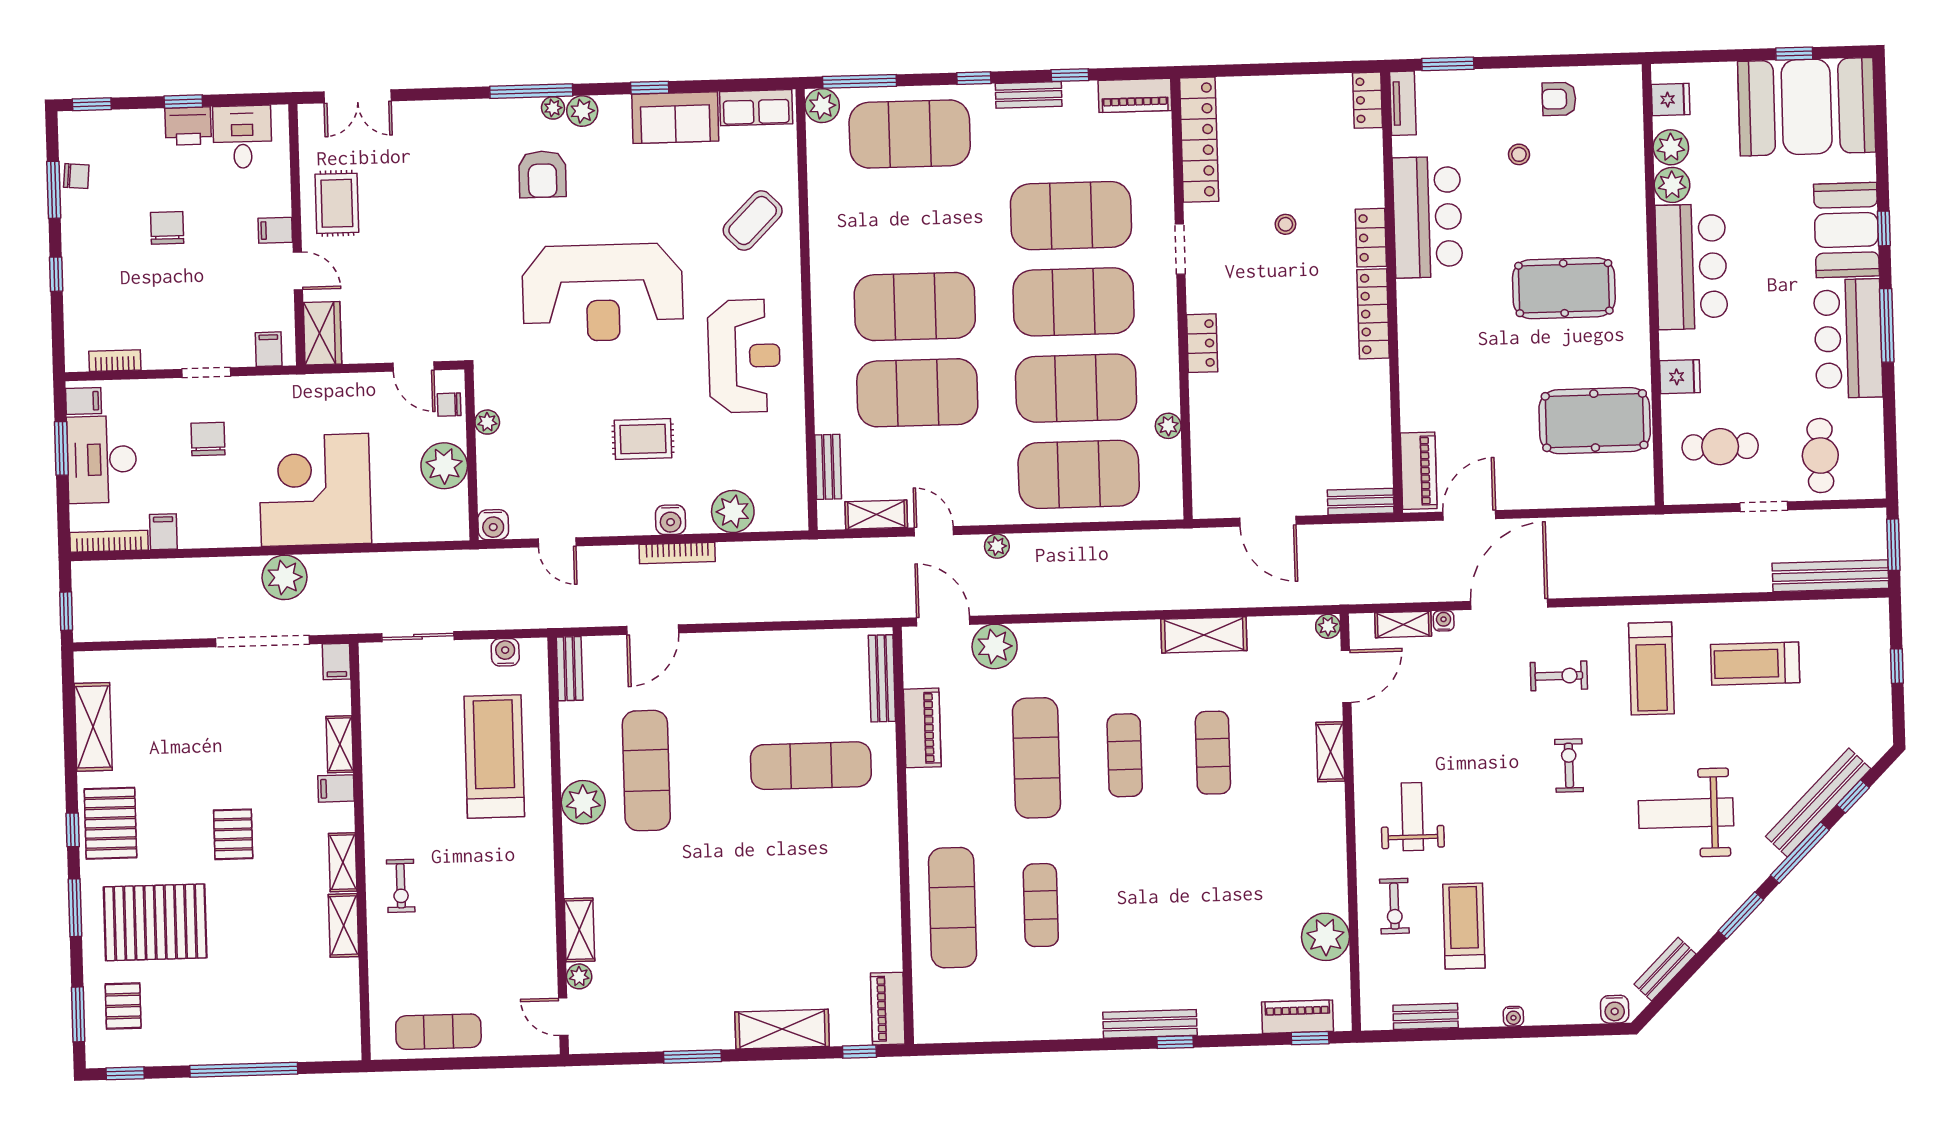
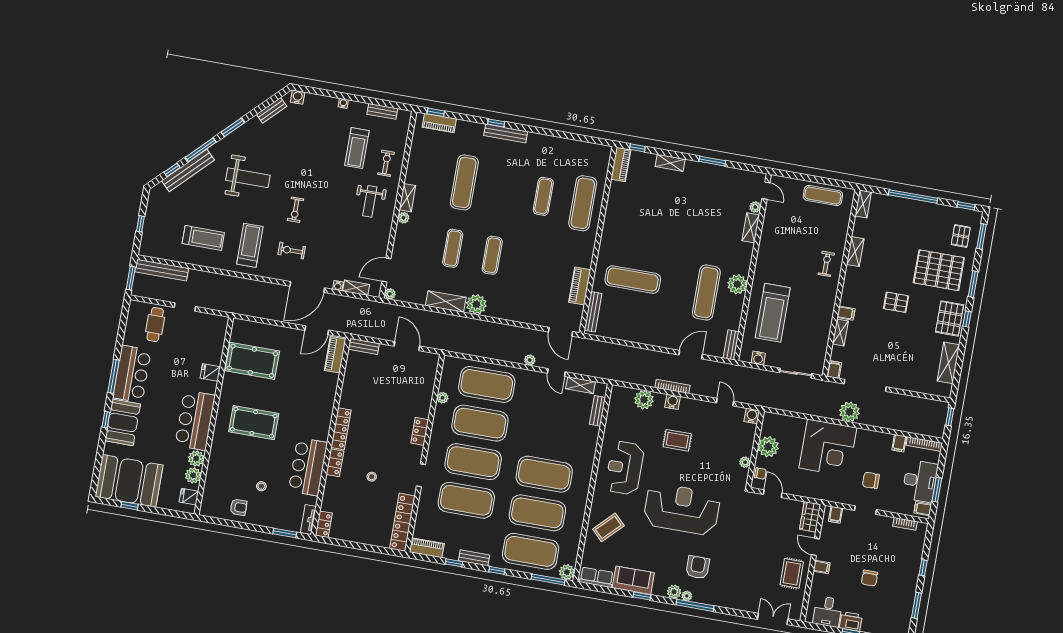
chair: (76, 176) -> (905, 609), removed
exercise mat: (917, 393) -> (537, 513), moved
chair: (208, 439) -> (871, 480), turned 90
cafe table: (1720, 447) -> (199, 338), removed
plant: (995, 646) -> (476, 304), moved
shelving: (1330, 752) -> (407, 198), moved
exercise mat: (1036, 758) -> (464, 182), moved
pallet: (233, 834) -> (896, 302), turned 90
shelving: (343, 862) -> (863, 204), moved
plant: (1325, 937) -> (404, 218), moved, width x0.53, depth x0.53
shelving: (782, 1029) -> (670, 163), width x0.67, depth x0.75

